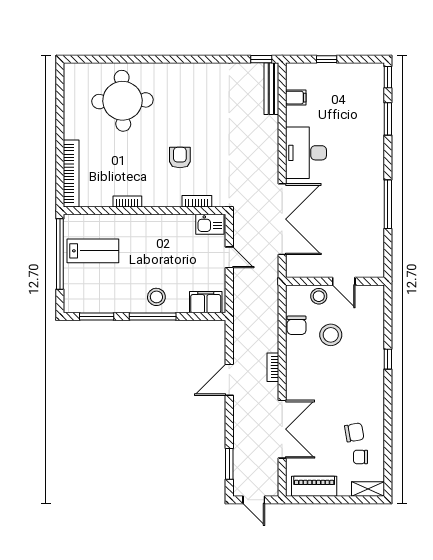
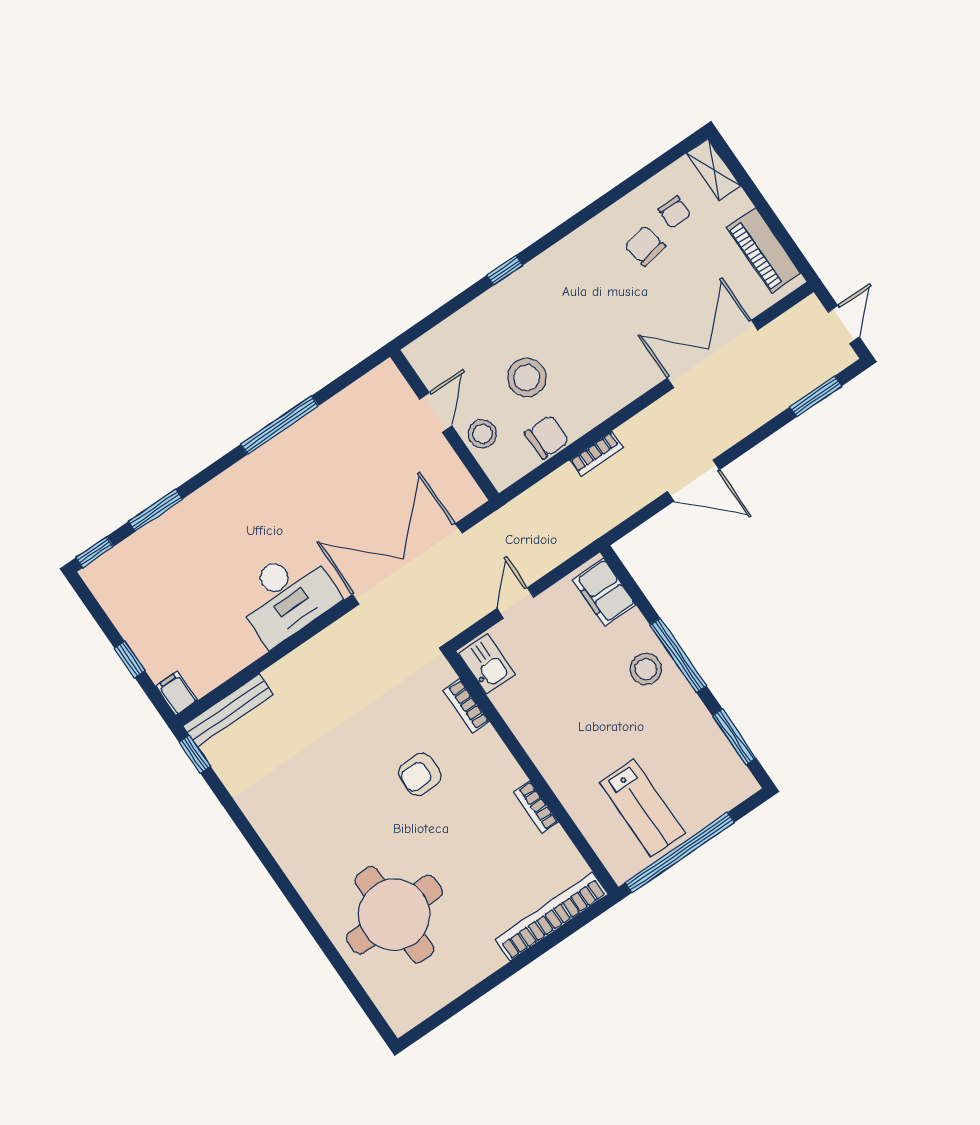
filing cabinet: (296, 98) -> (177, 693), moved
lab bench: (93, 251) -> (642, 808), turned 180
bookcase: (273, 367) -> (596, 454), moved

